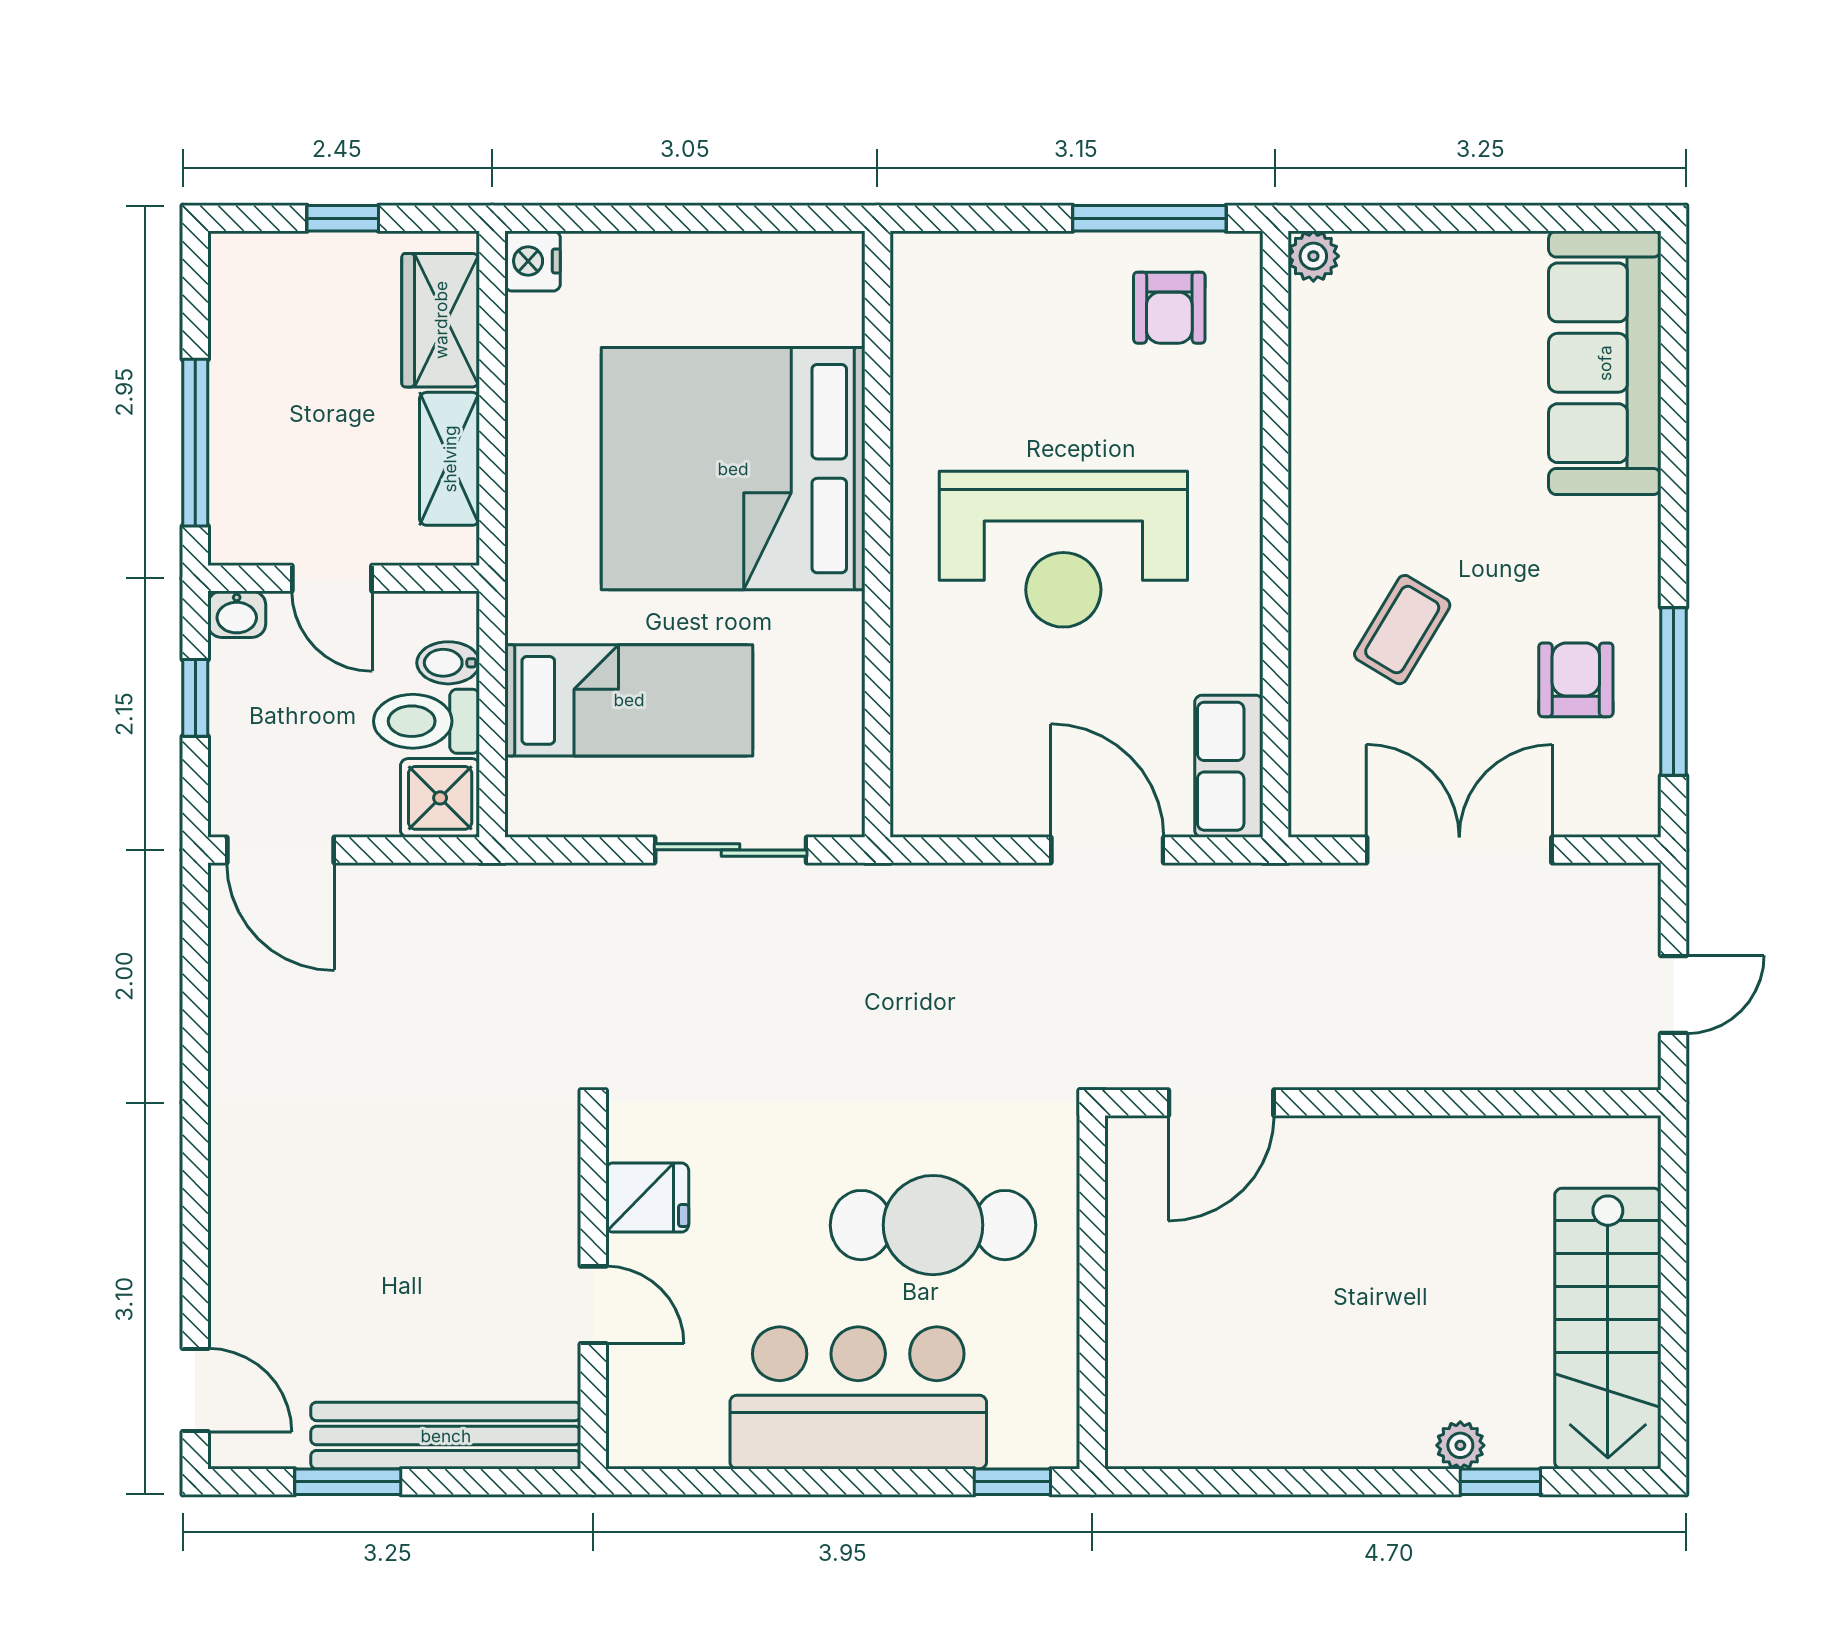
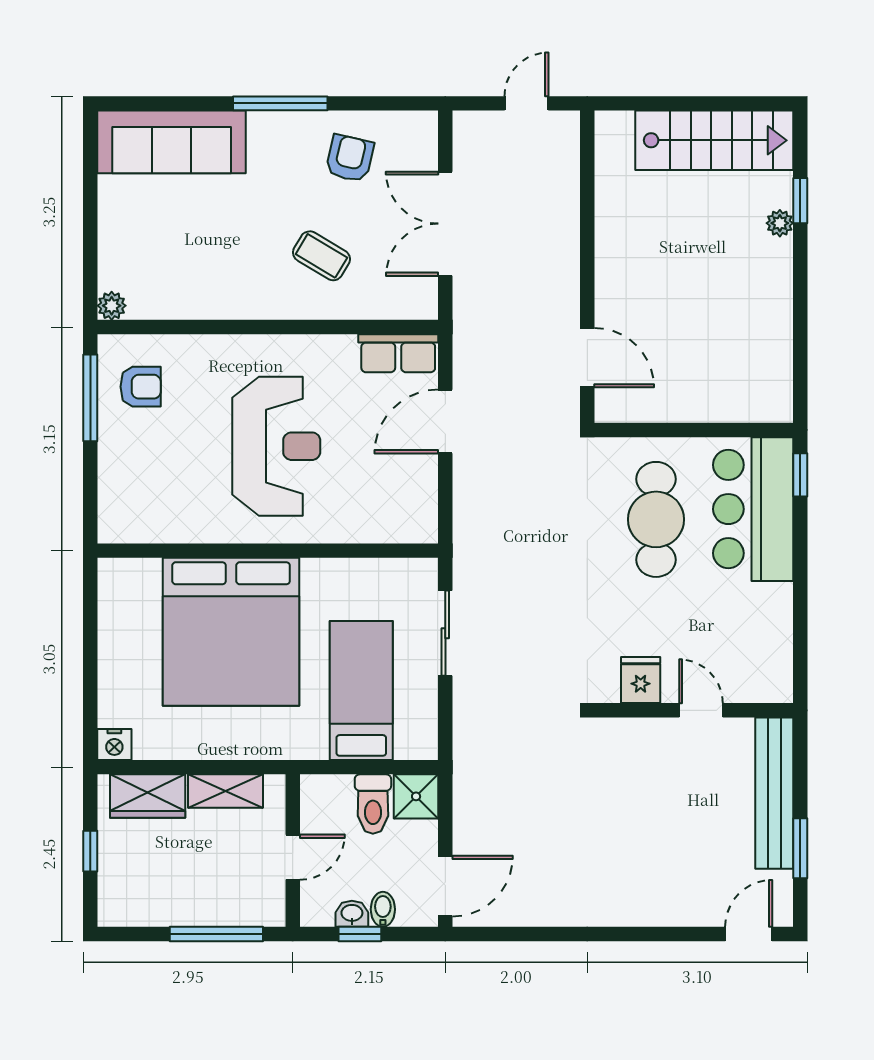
washbasin: (237, 614) -> (352, 914), moved, turned -90
bidet: (448, 663) -> (383, 909), moved, turned 180
armchair: (1576, 680) -> (350, 158), turned 103
window: (1673, 692) -> (280, 103), moved
door: (1673, 994) -> (526, 103), hinge flipped
door: (593, 1305) -> (701, 710), hinge flipped
bar counter: (858, 1398) -> (753, 509), moved

